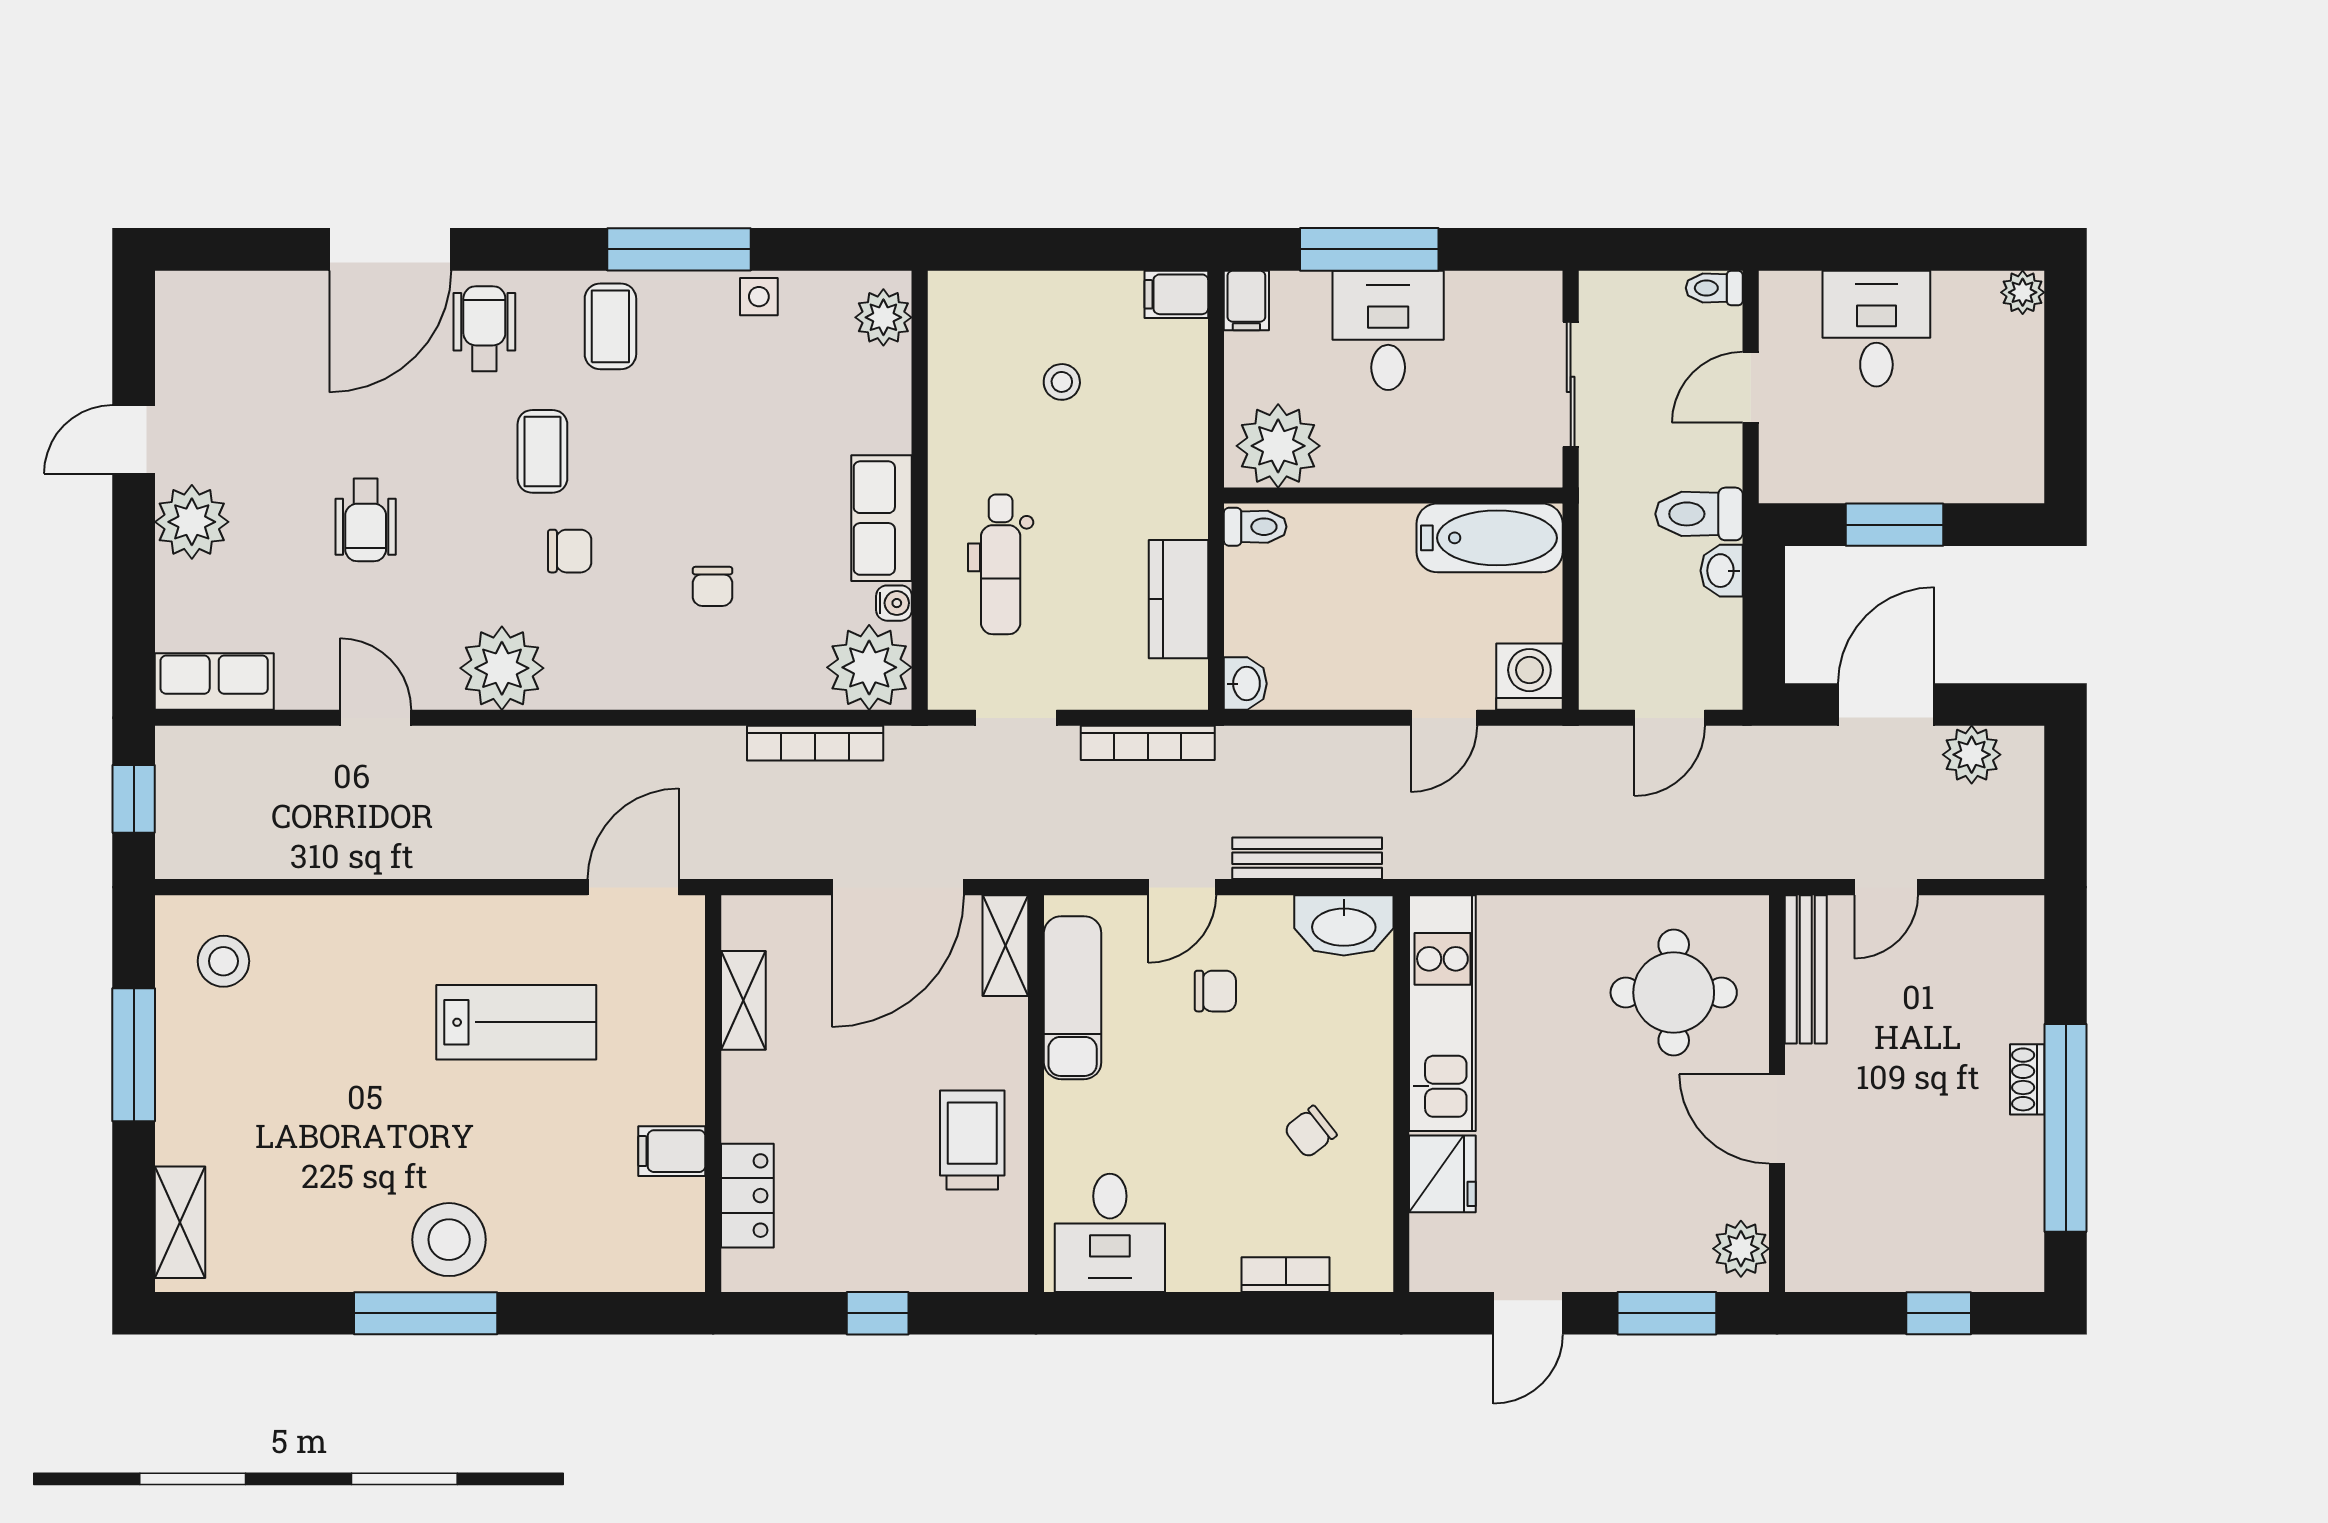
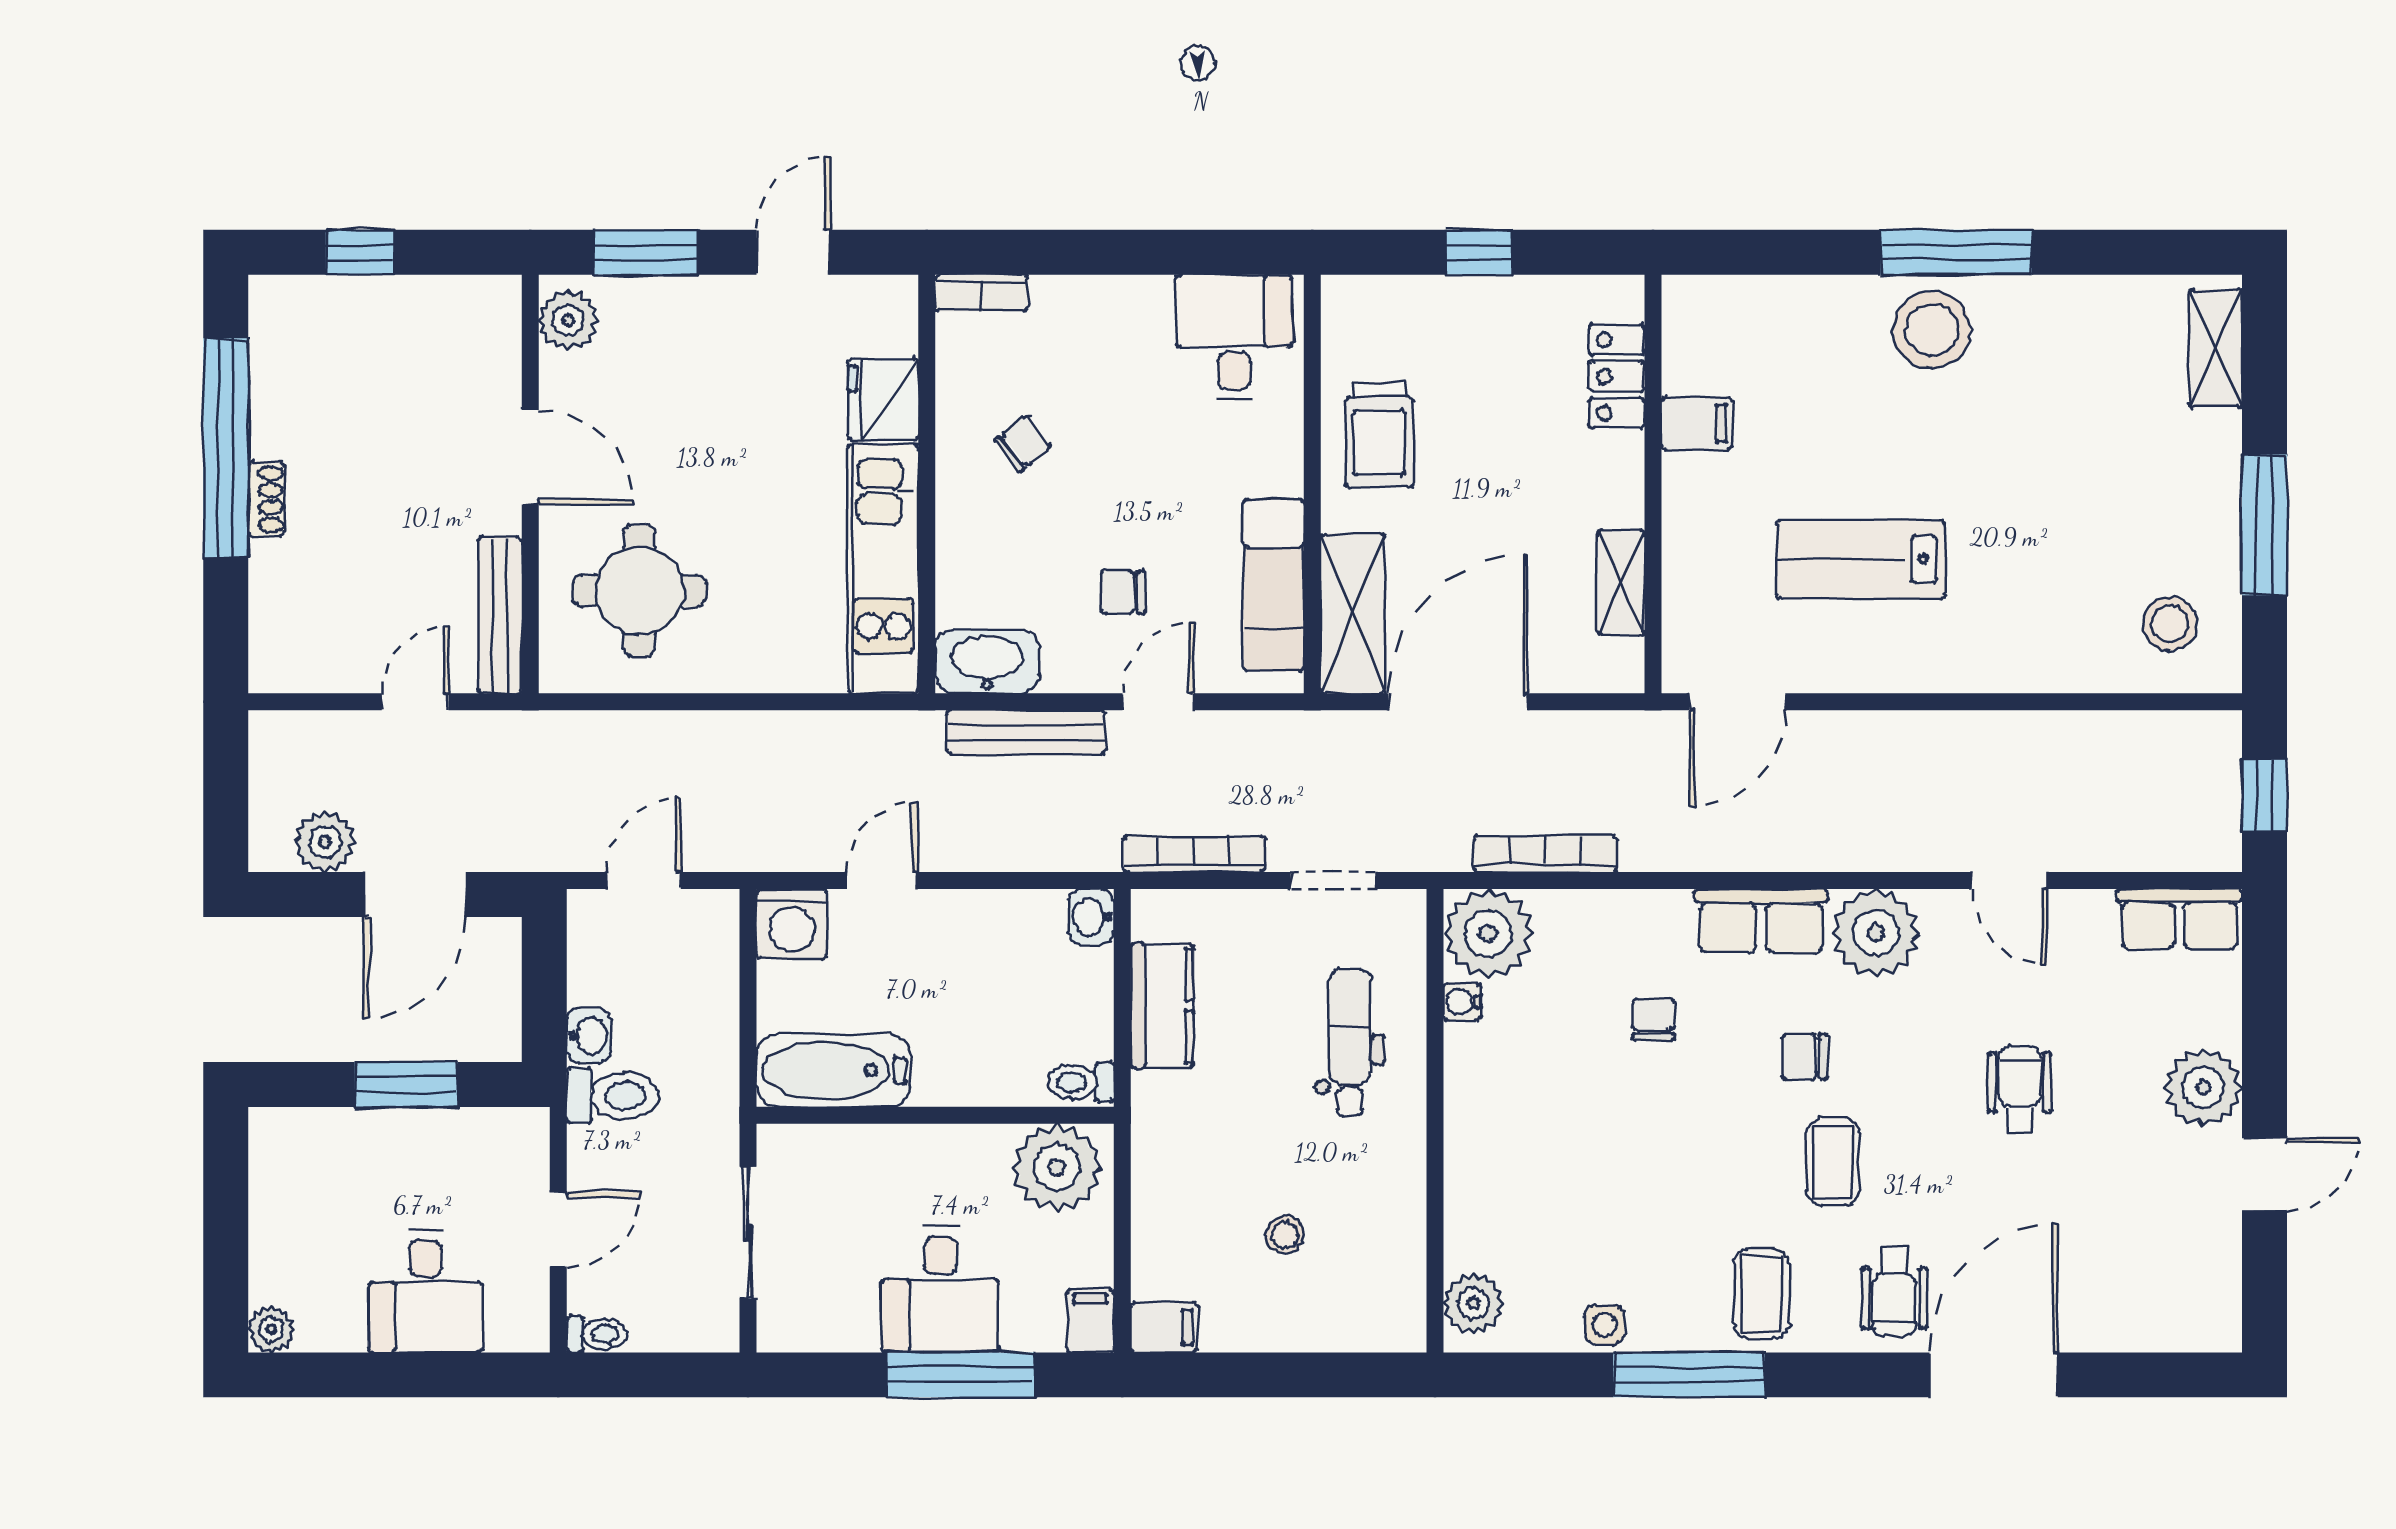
row of seats: (882, 518) -> (1761, 921), moved, turned 90
shelving: (1005, 946) -> (1353, 613), width x1.50, depth x1.33
bookcase: (1286, 1275) -> (981, 293), moved

